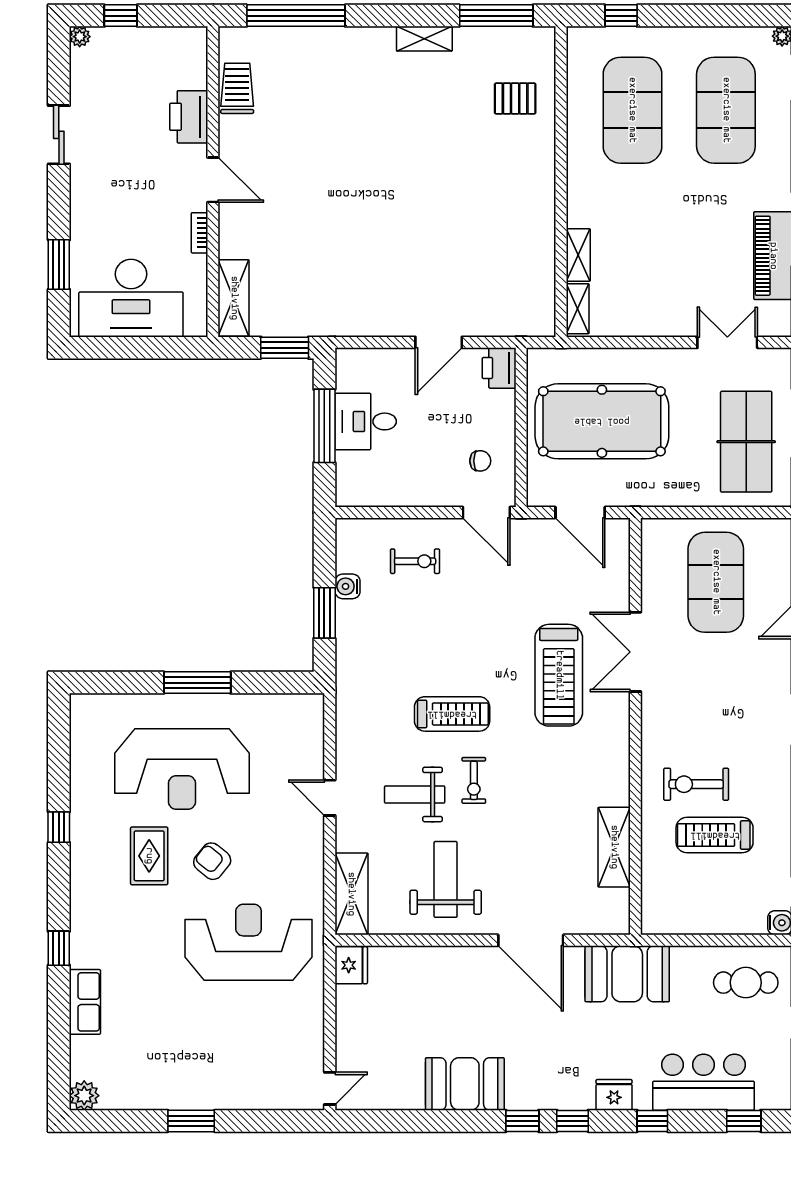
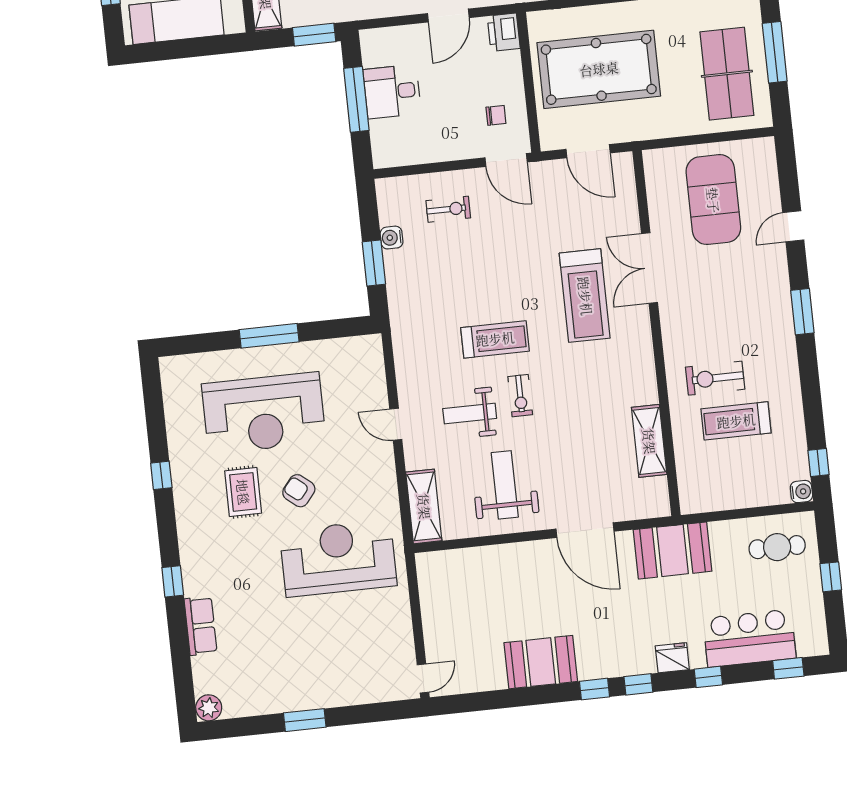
fridge: (351, 965) -> (430, 569), removed

